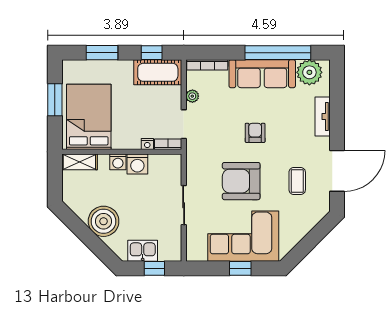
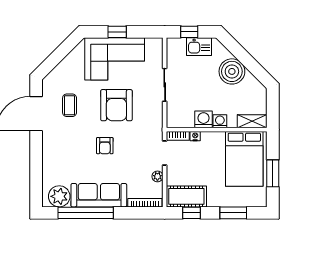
tv unit: (323, 117) -> (48, 159), removed
armchair: (241, 181) -> (116, 105), turned 90

